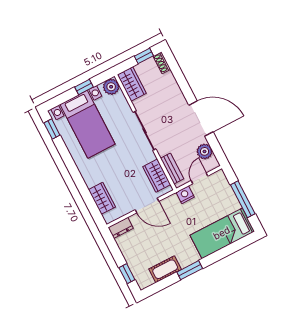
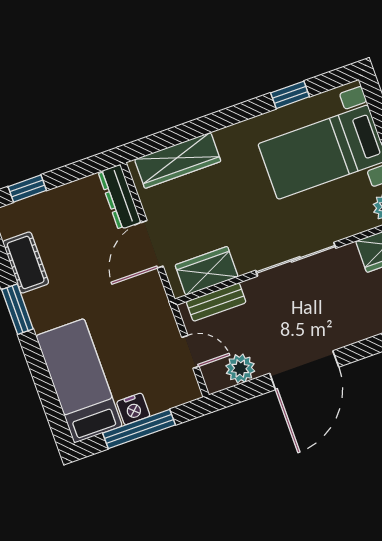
window: (52, 129) -> (290, 95), moved
nightstand: (185, 195) -> (133, 409), moved, turned 90
wardrobe: (102, 198) -> (178, 160), width x1.50
dresser: (121, 228) -> (120, 197), width x1.44

